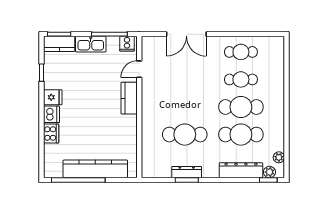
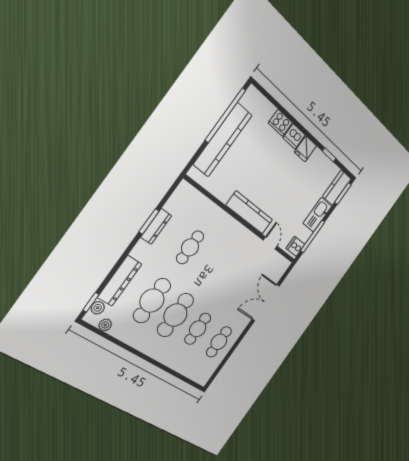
kitchen counter: (129, 98) -> (250, 213), width x1.50
cafe table: (185, 135) -> (190, 247), width x0.73, depth x0.74

